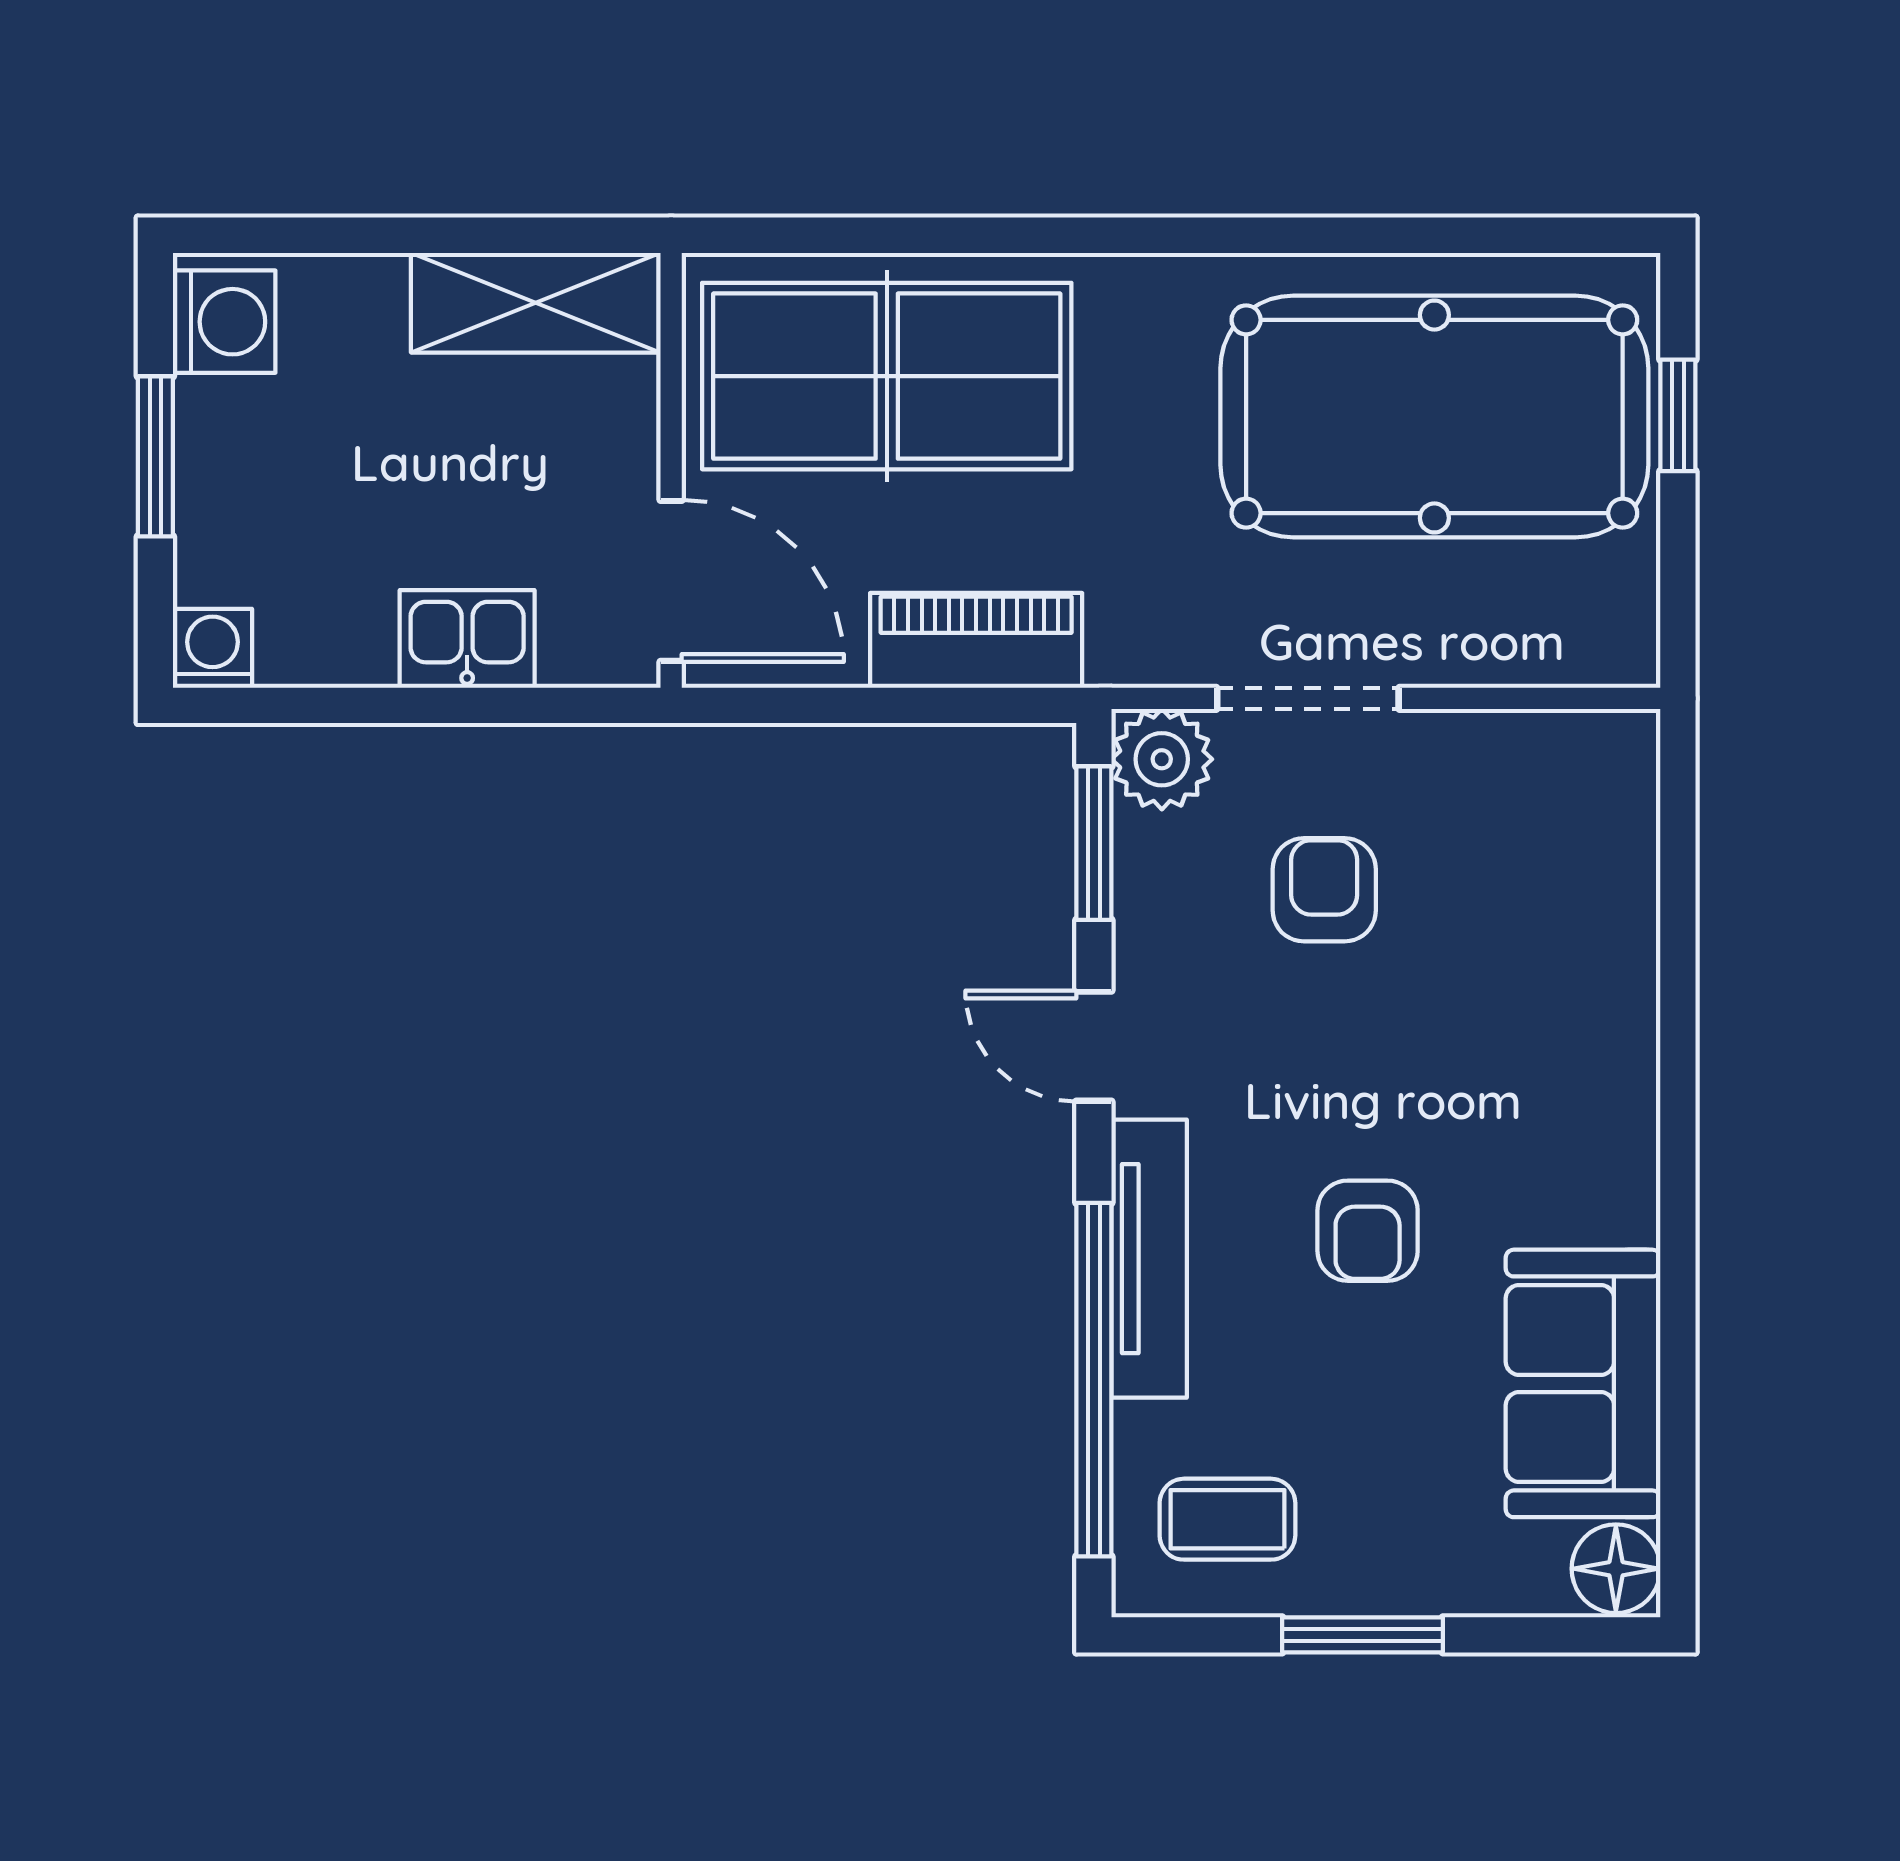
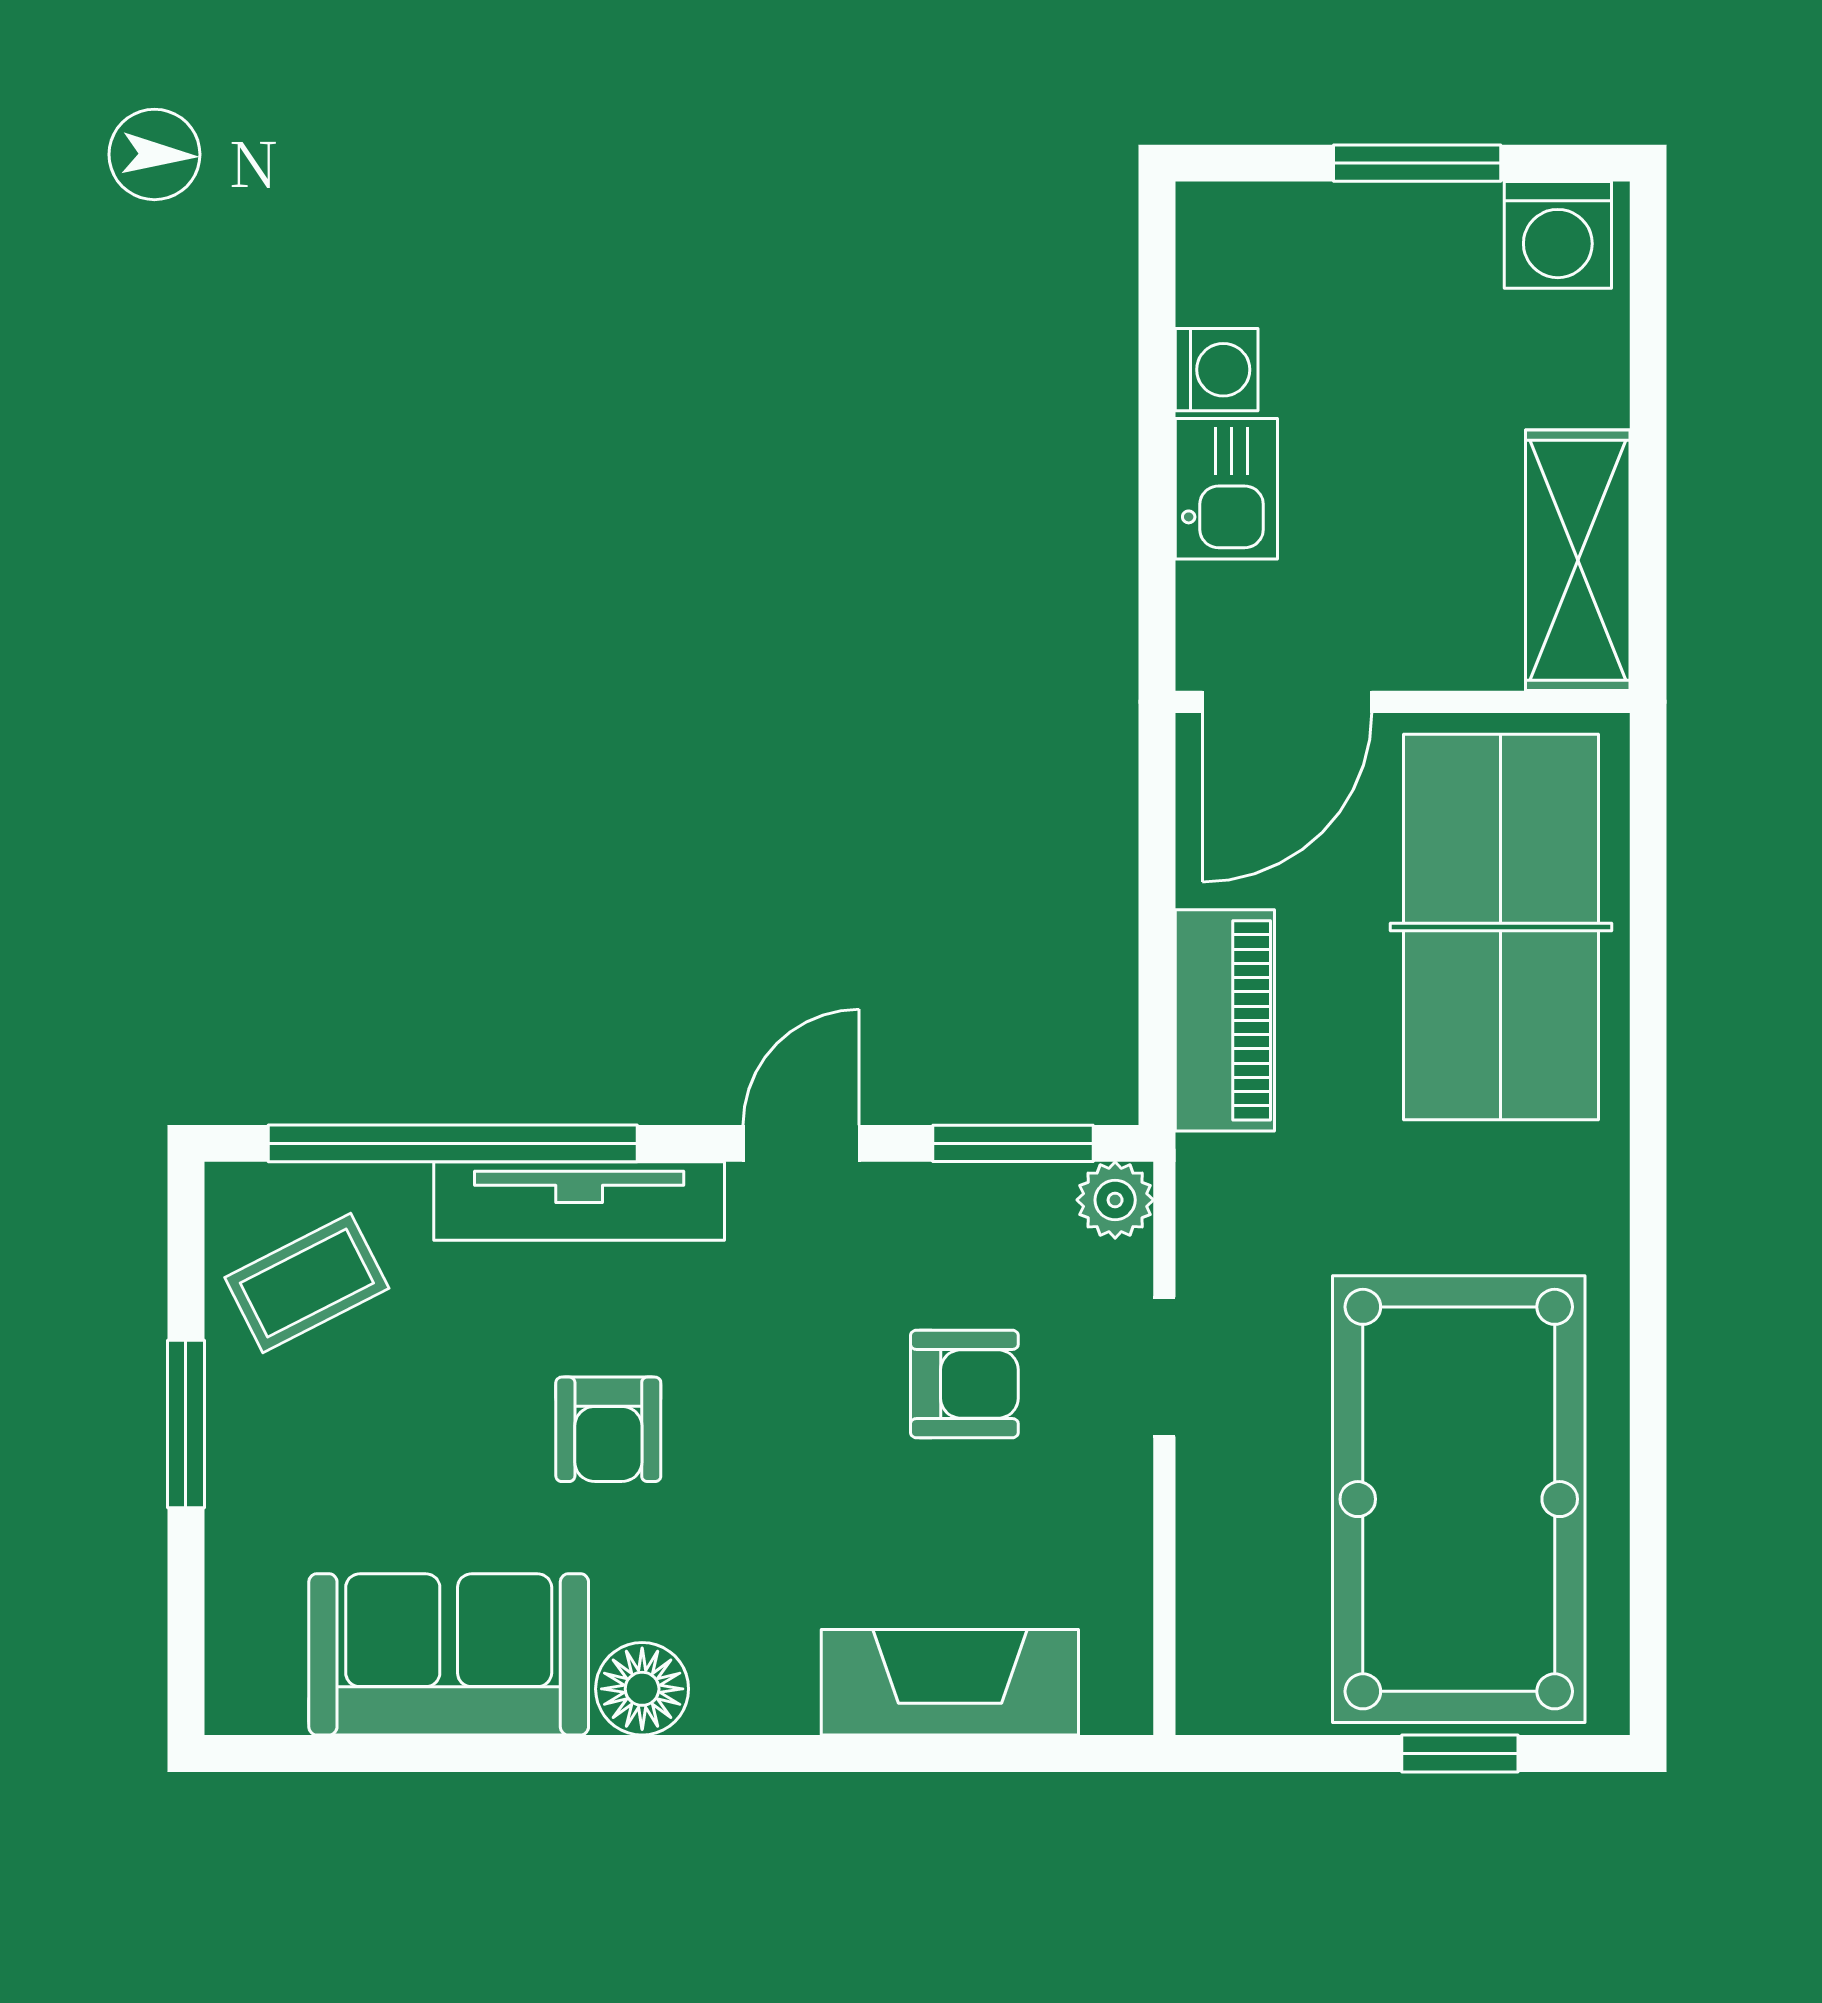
washing machine: (213, 648) -> (1217, 370), moved
doorway: (1308, 698) -> (1164, 1367), width x0.73
plant: (1162, 759) -> (1115, 1200), width x0.73, depth x0.73
fireplace: (1610, 904) -> (950, 1682), added
armchair: (1368, 1231) -> (608, 1429), turned -90
coffee table: (1227, 1519) -> (307, 1283), turned 63
floor lamp: (1616, 1569) -> (642, 1689), moved

